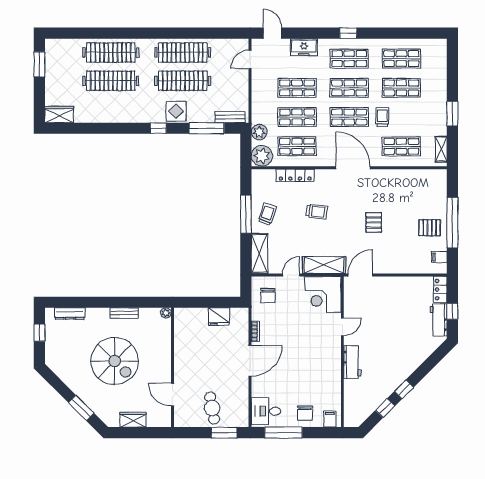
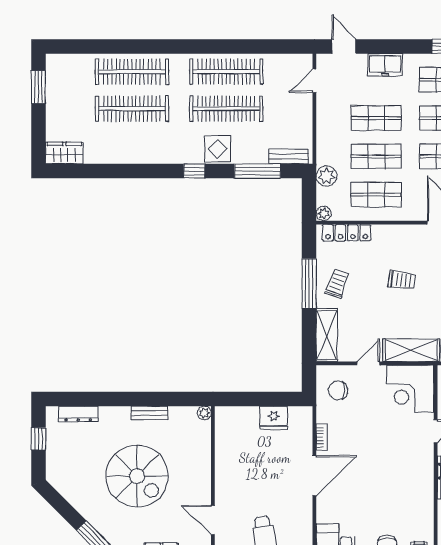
plant: (262, 156) -> (324, 214), width x0.53, depth x0.53
locker: (295, 175) -> (347, 233), moved
chair: (268, 296) -> (338, 390), turned 90

